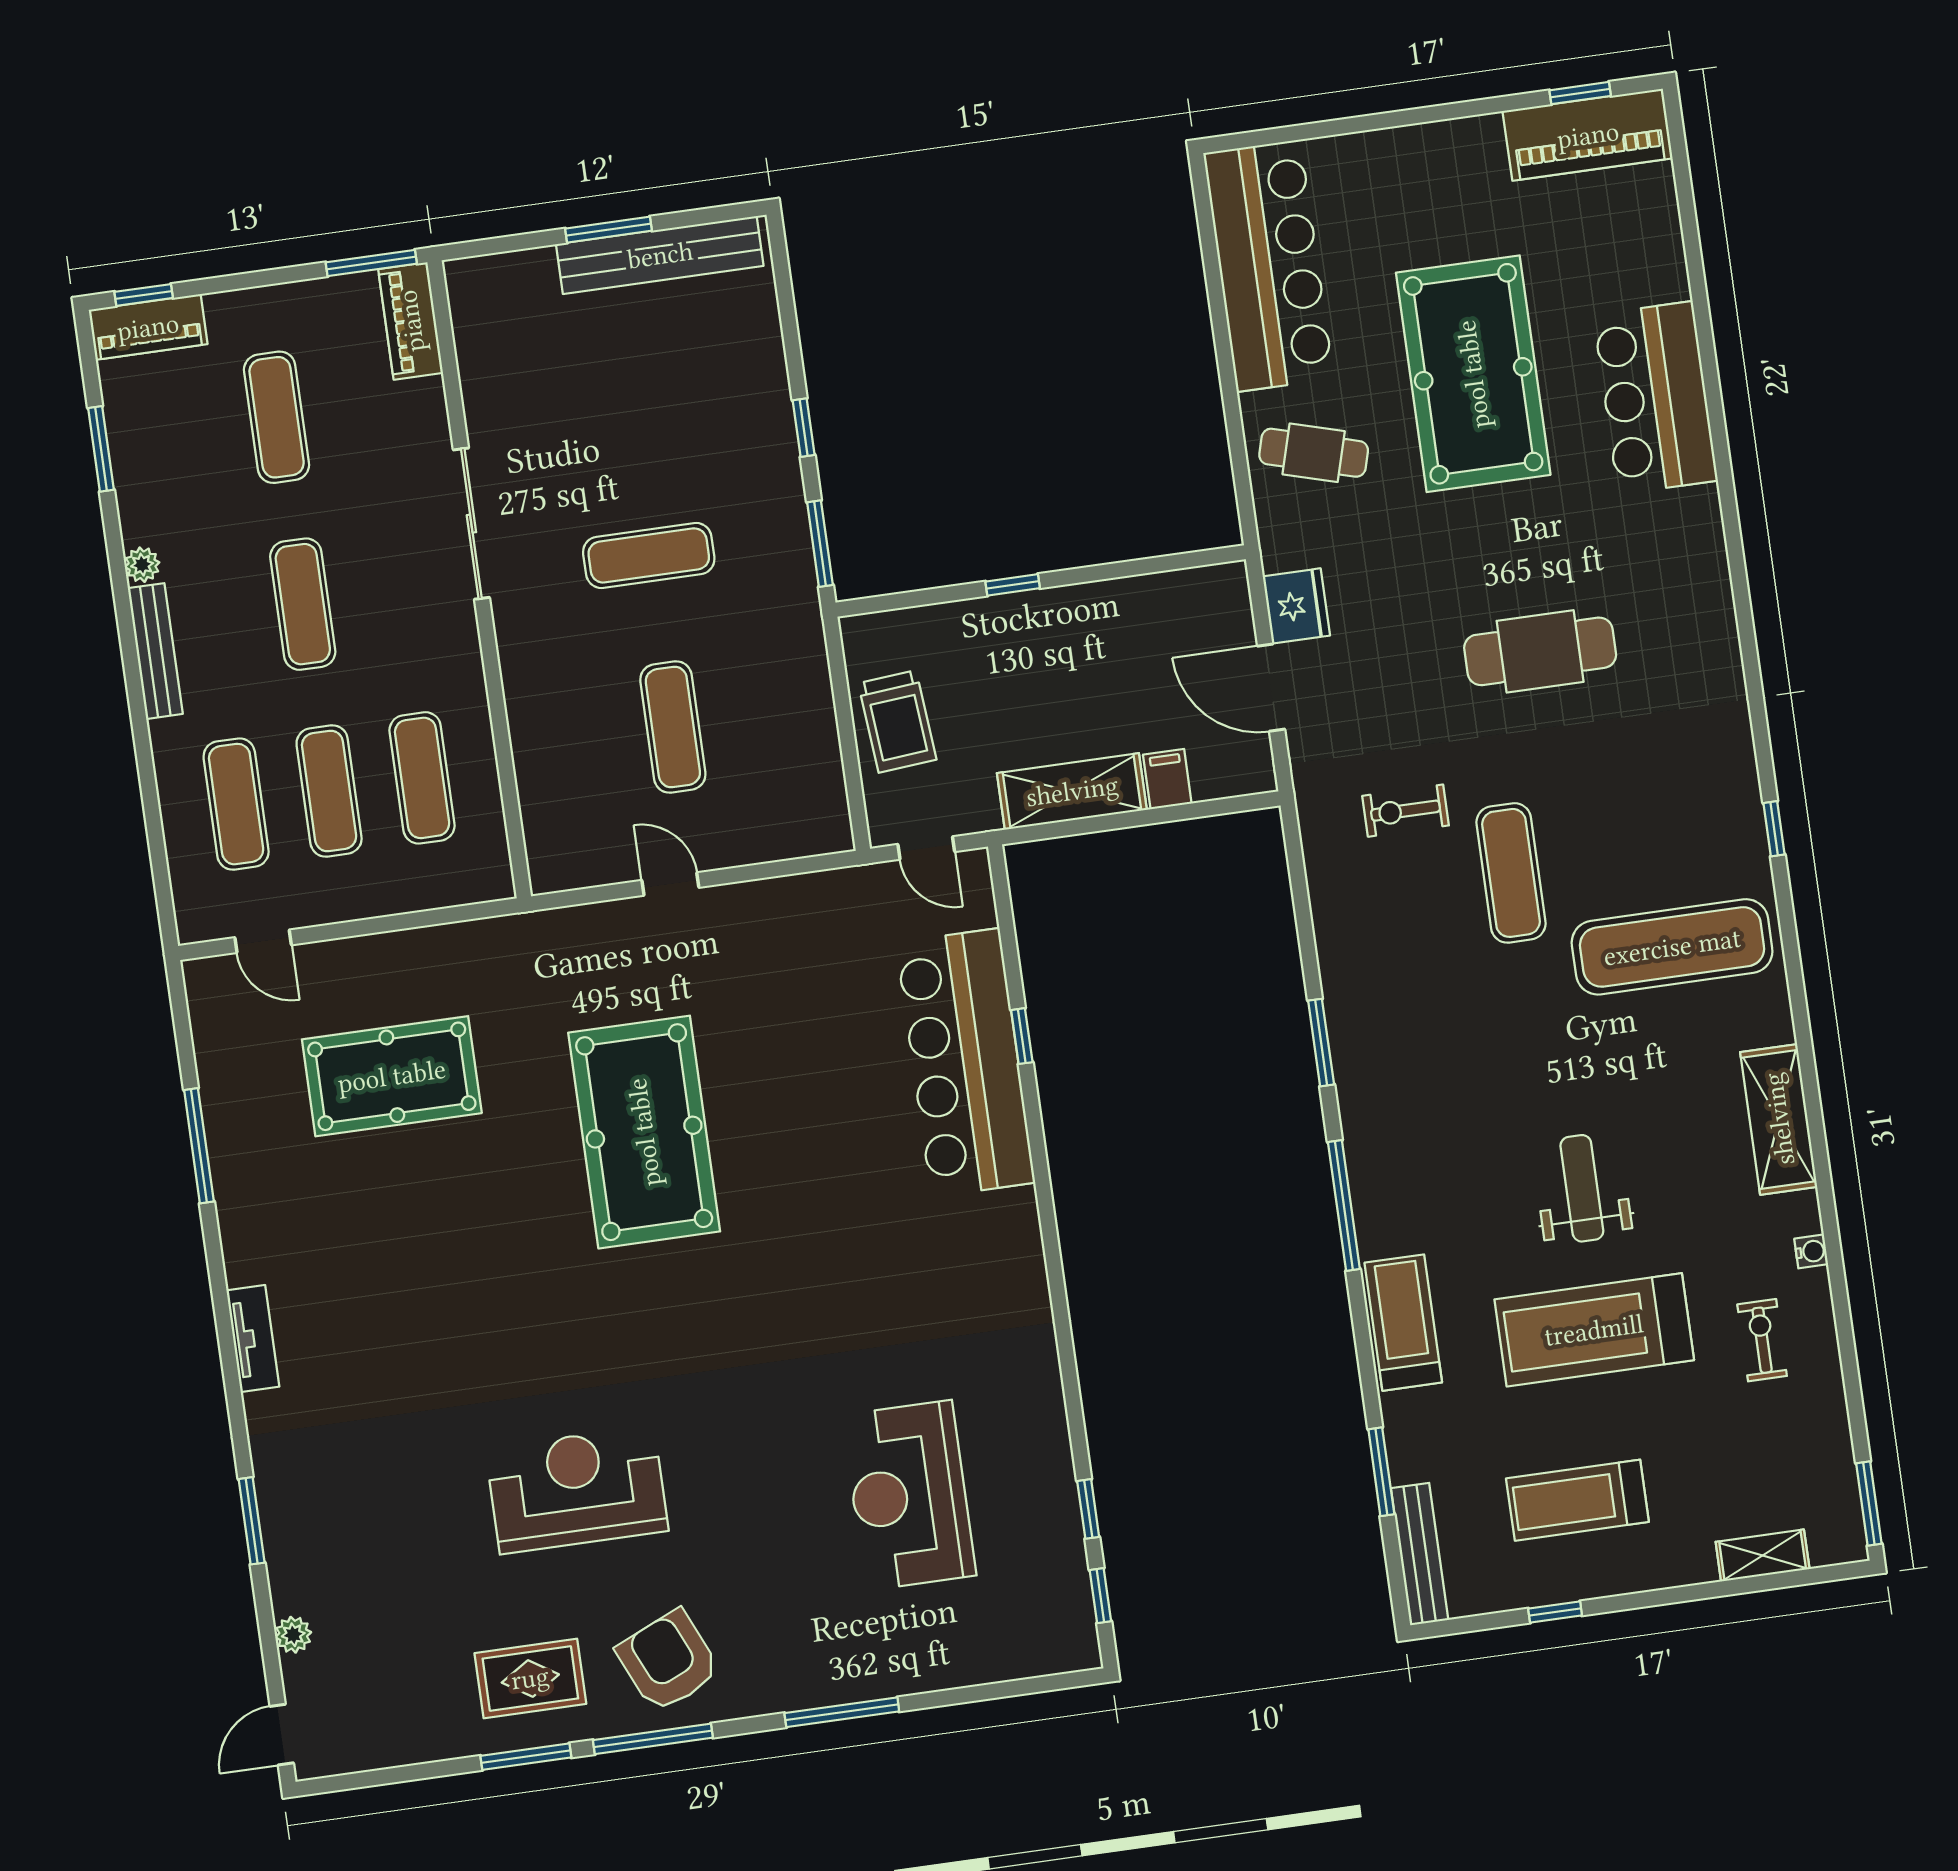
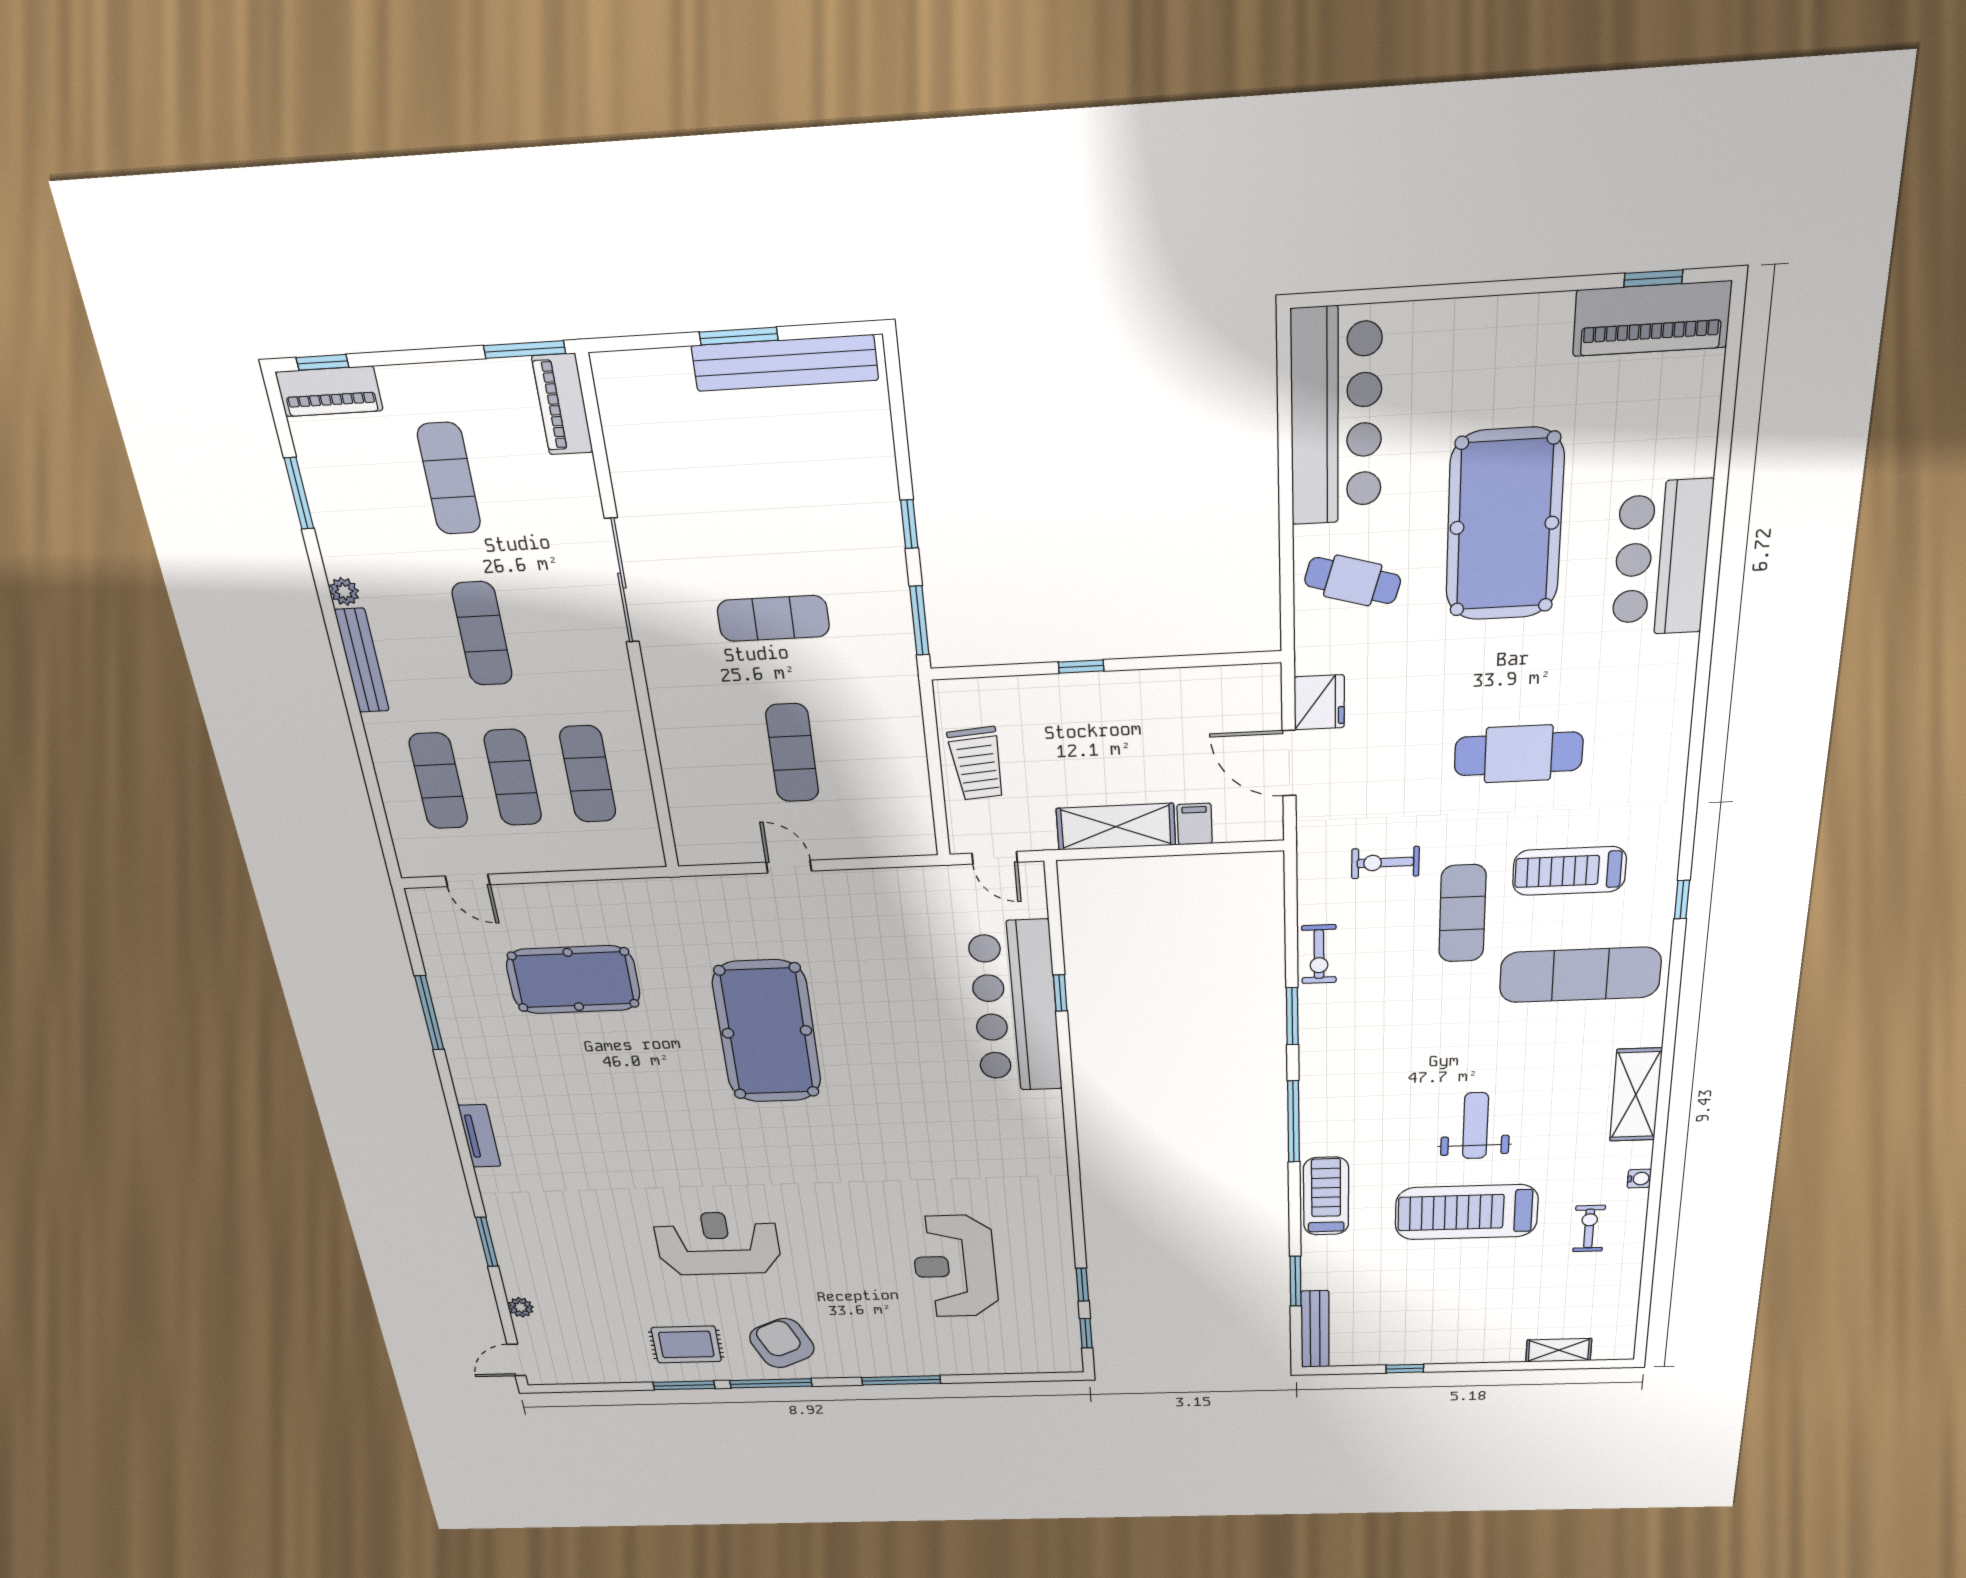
exercise bike: (1343, 948) -> (1319, 954), added
treadmill: (1577, 1500) -> (1569, 871), moved
window: (1869, 1504) -> (1642, 1328), removed

